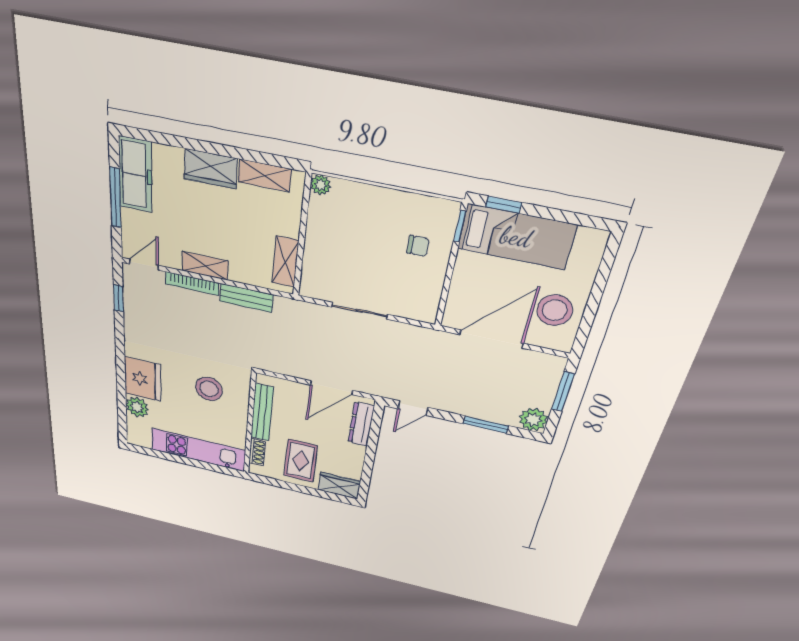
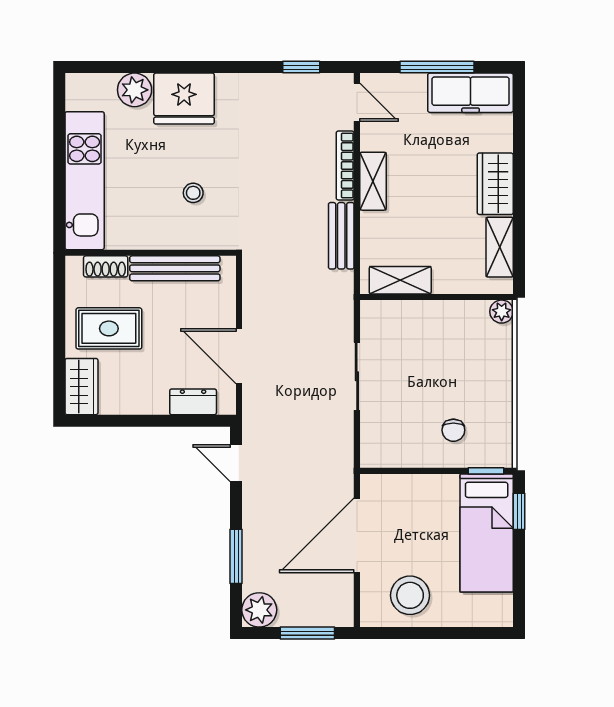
door: (491, 339) -> (357, 535), swing flipped
stool: (209, 389) -> (193, 193), width x0.53, depth x0.53
dresser: (361, 424) -> (193, 402), width x0.70

